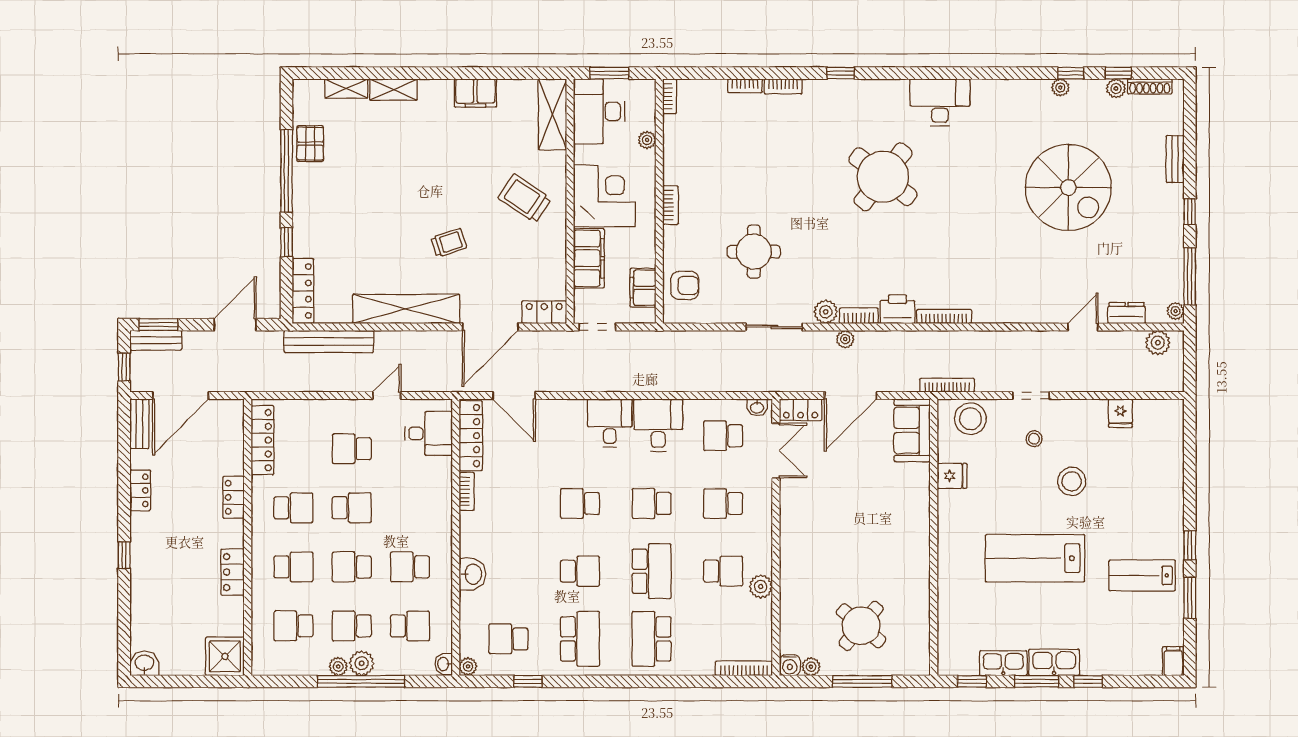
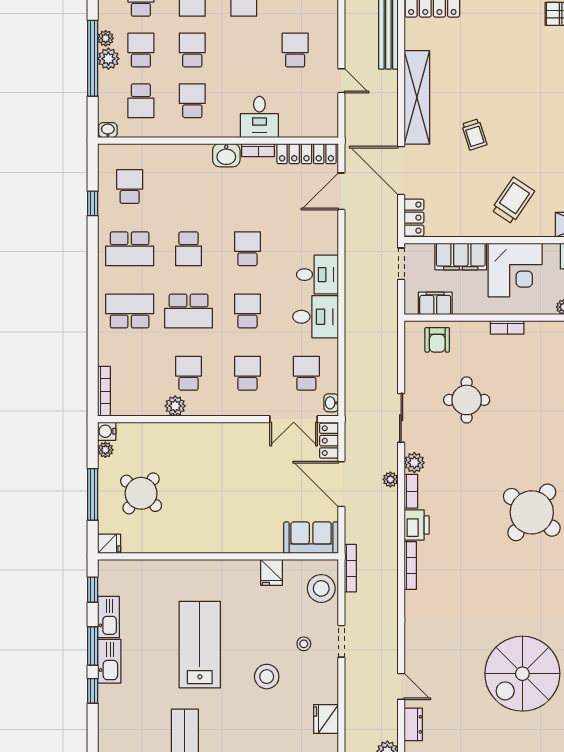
fridge: (1120, 413) -> (326, 719), width x1.38
desk: (429, 433) -> (259, 117), moved
school desk: (352, 508) -> (244, 50), removed
school desk: (723, 571) -> (189, 373), turned 180
washbasin: (473, 574) -> (226, 155), moved
fridge: (919, 662) -> (109, 544), added
plant: (468, 666) -> (106, 151), removed

